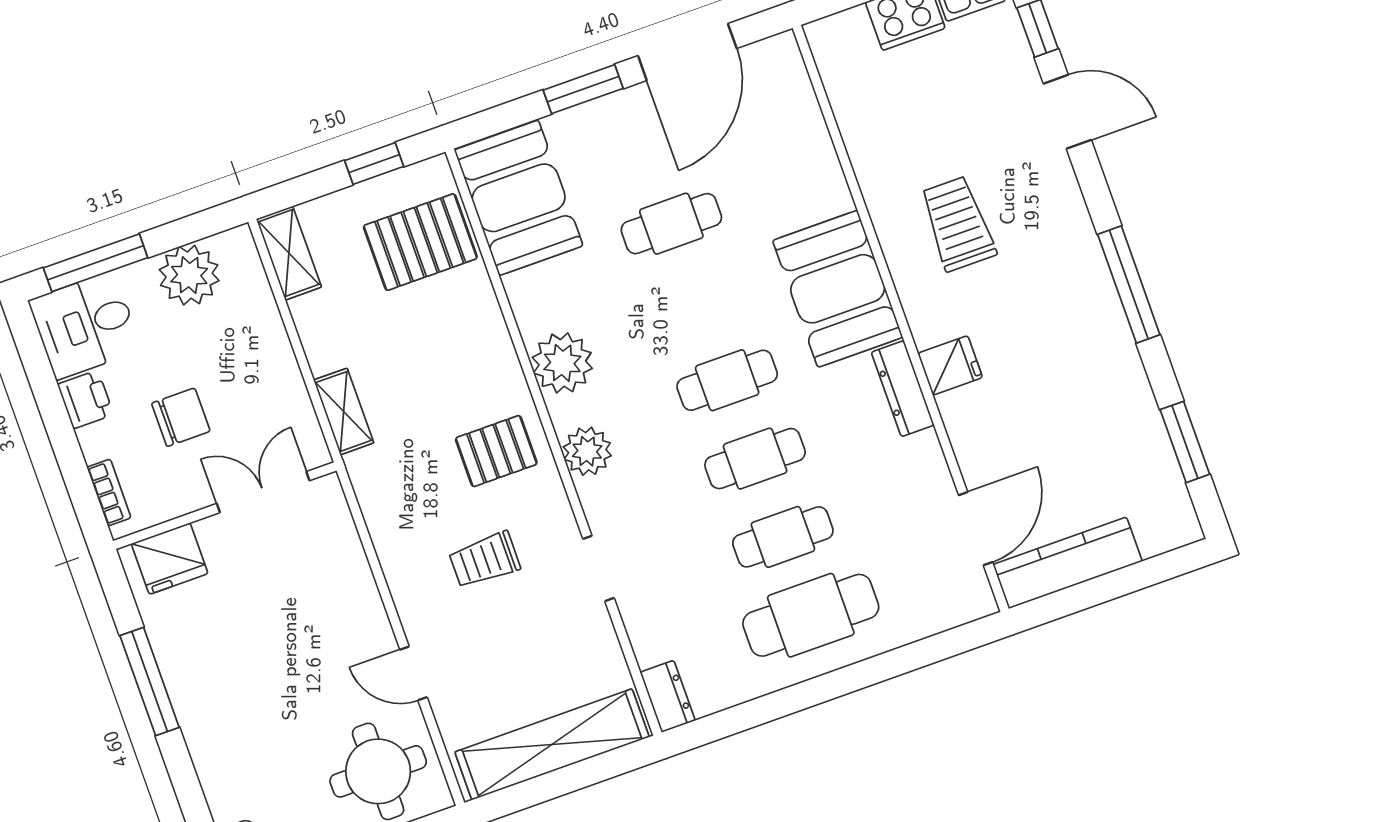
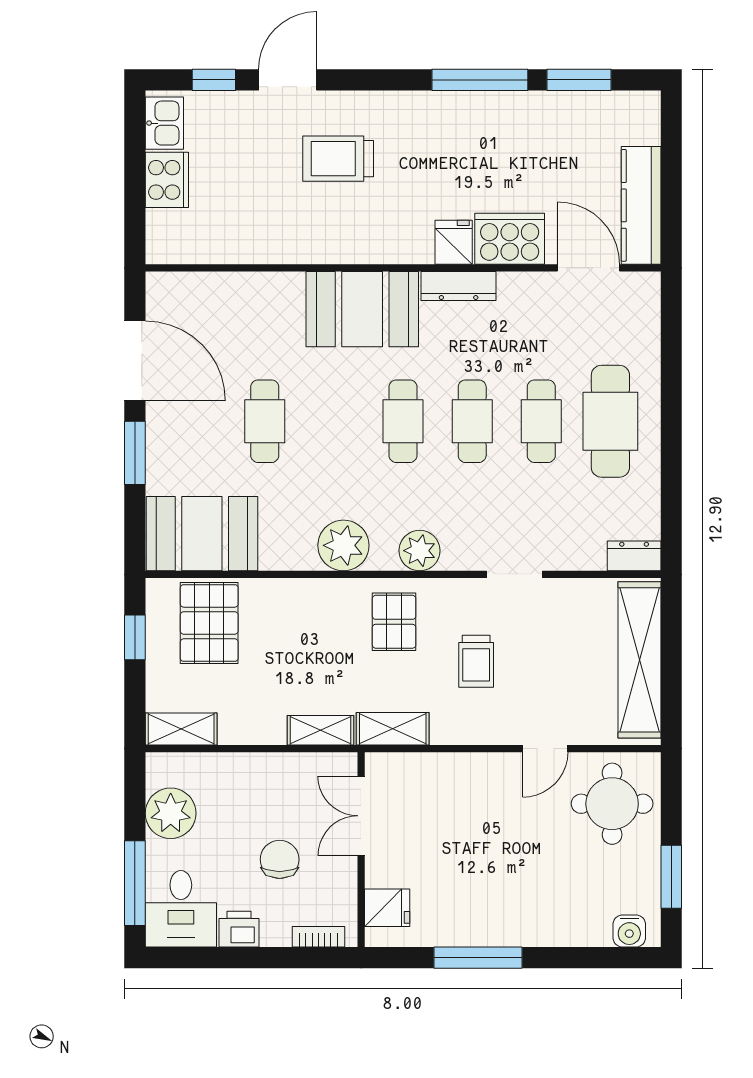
trolley: (958, 224) -> (338, 159), moved
window: (1129, 284) -> (480, 80), moved
cooker: (977, 427) -> (510, 239), added
shelving: (374, 493) -> (393, 729), added
fridge: (170, 559) -> (387, 908), width x0.72

